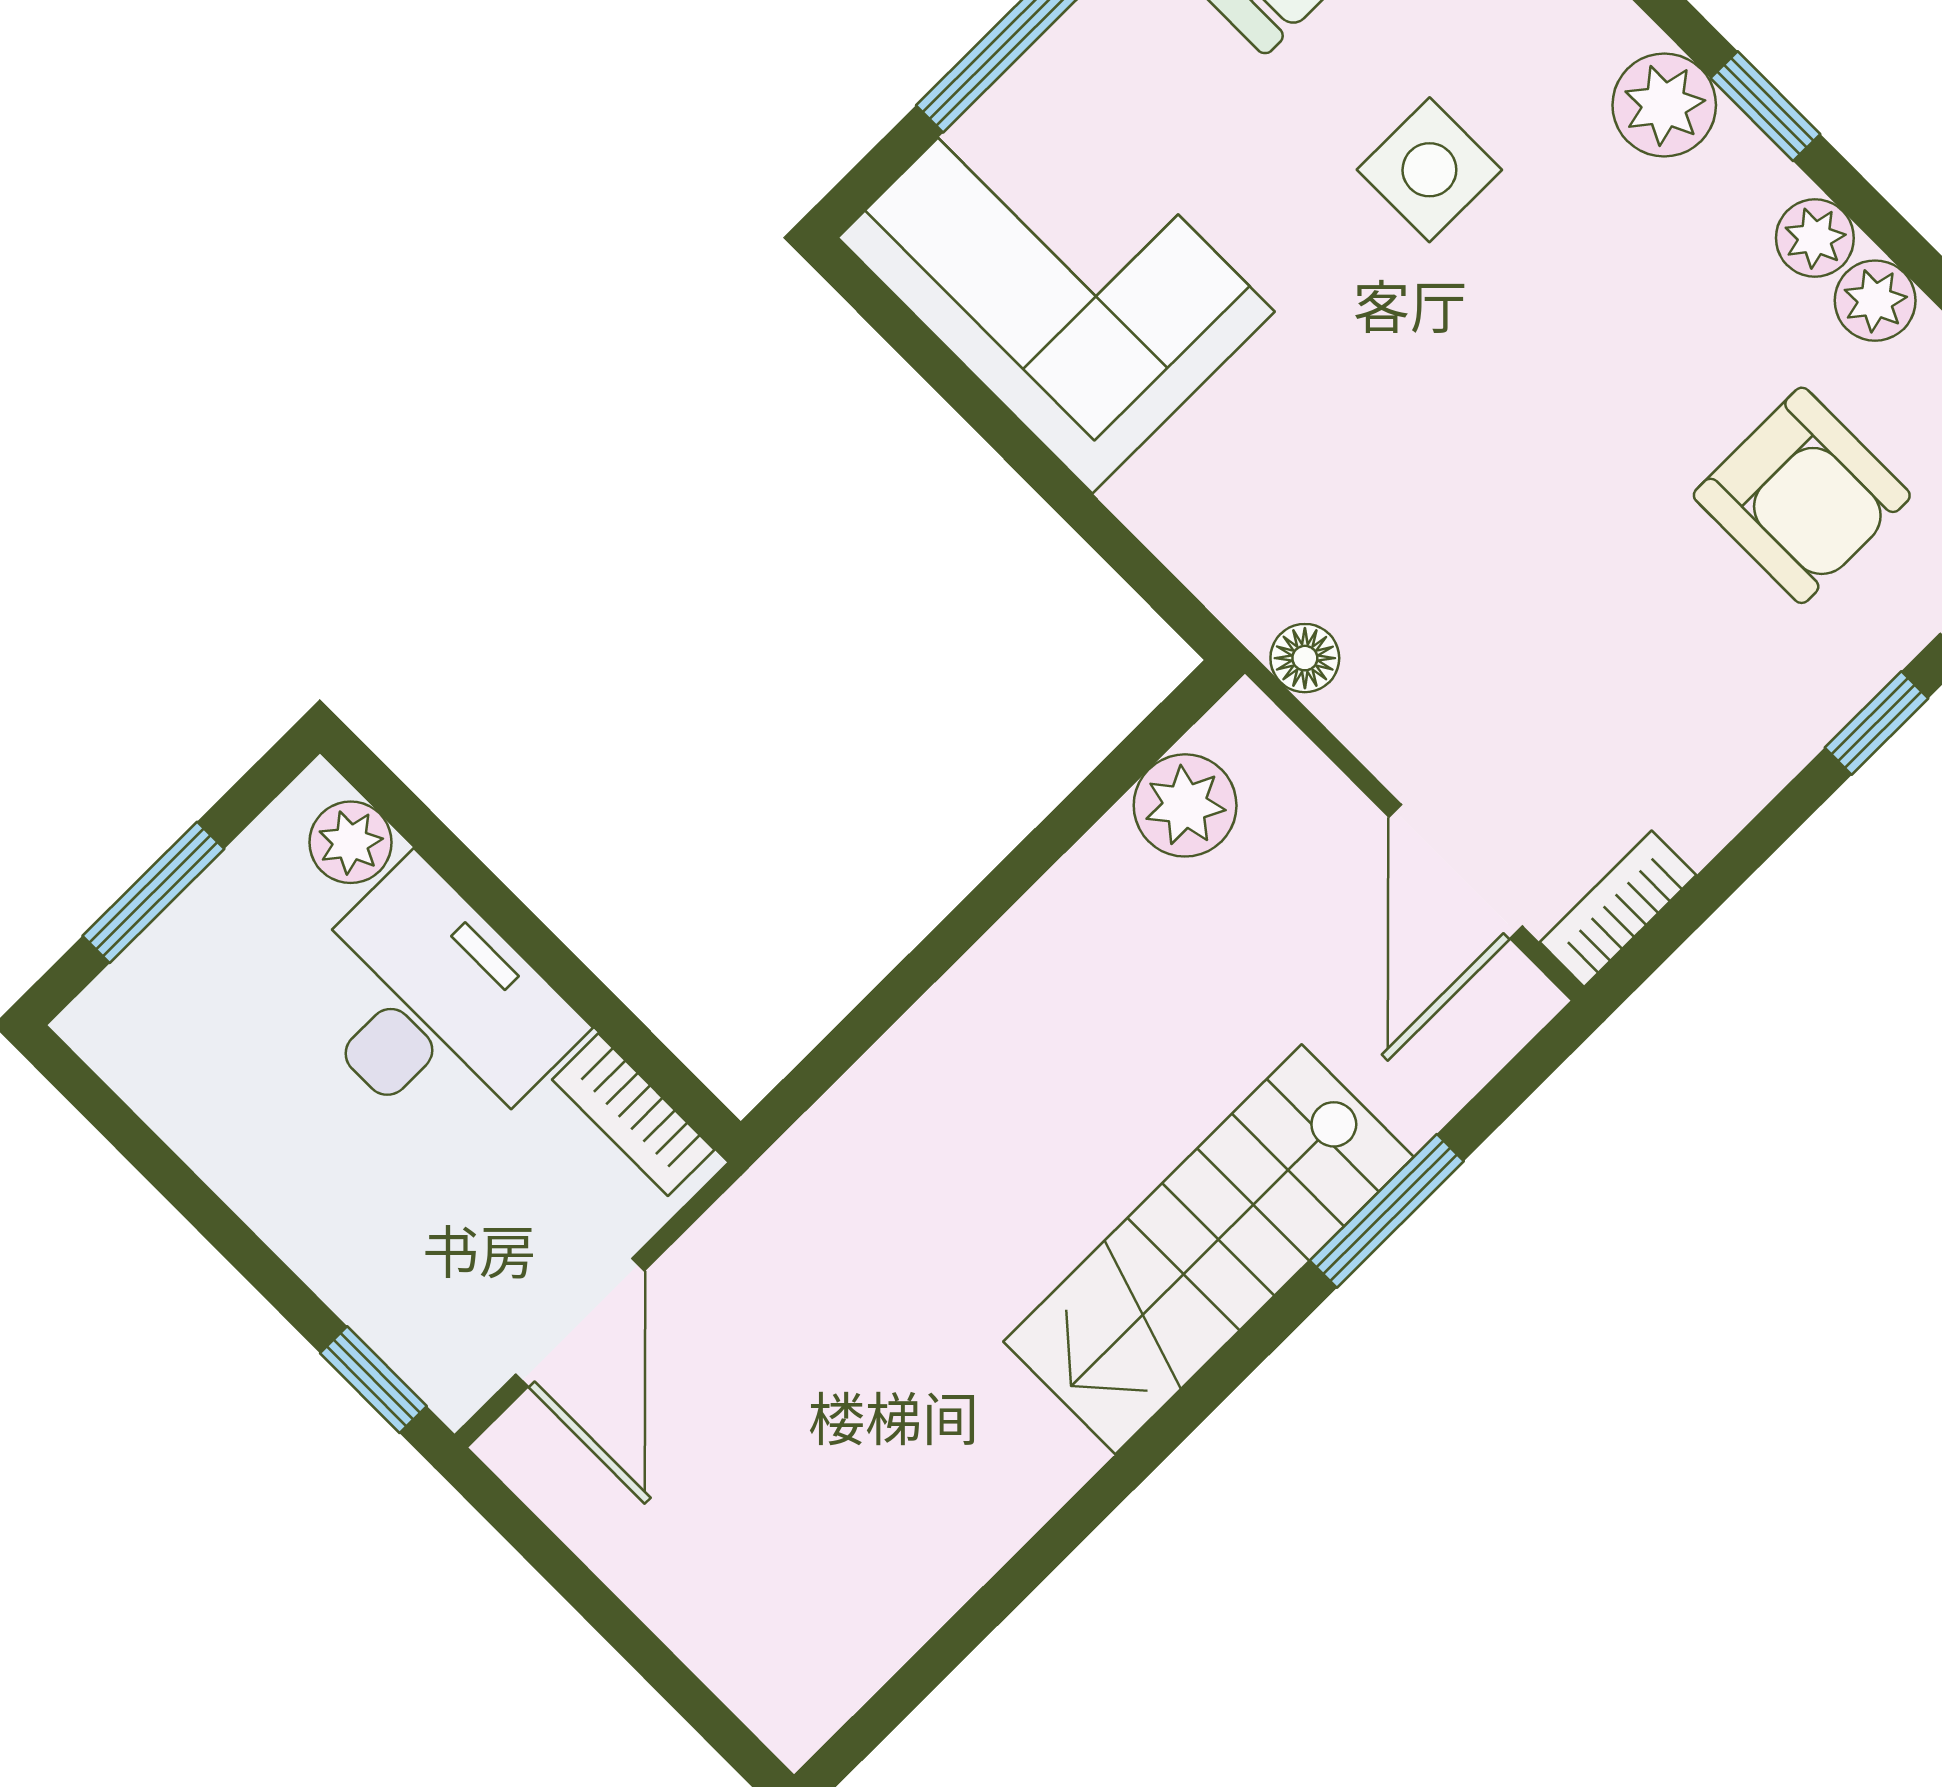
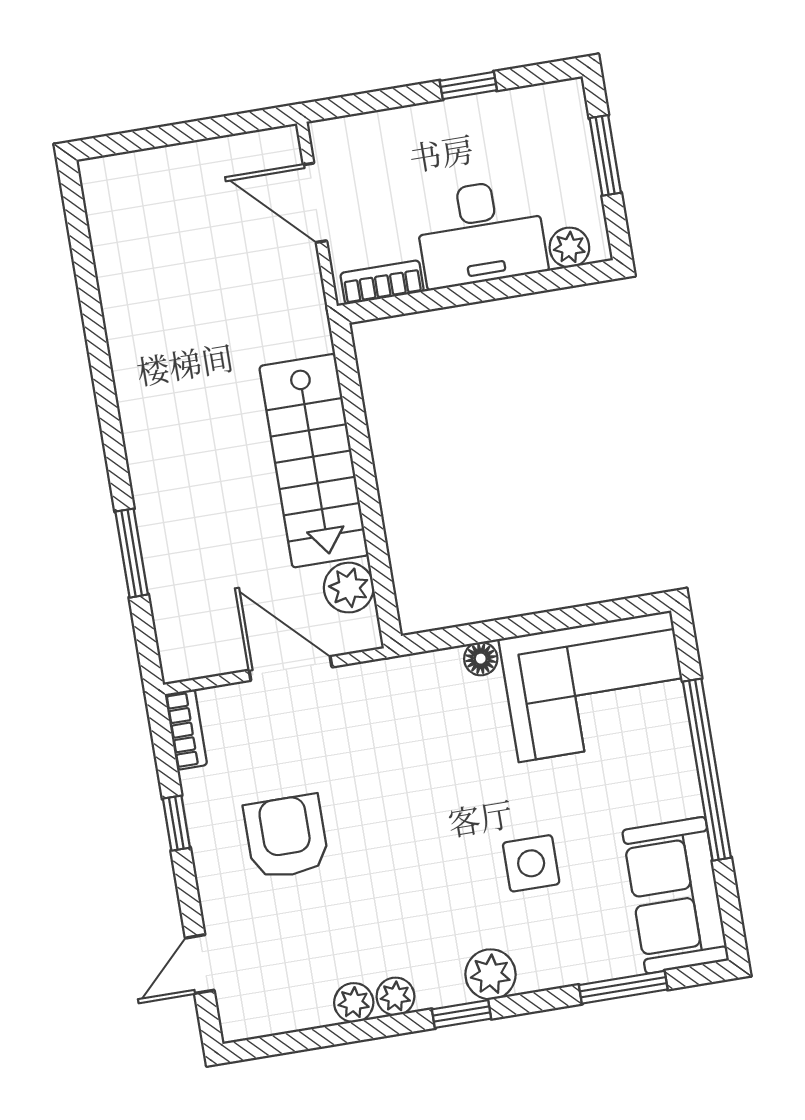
armchair: (1802, 495) -> (286, 837), moved, turned 90
floor lamp: (1305, 658) -> (481, 659), moved
window: (1877, 723) -> (176, 823), moved
door: (1456, 872) -> (290, 669), moved
stairs: (1208, 1249) -> (314, 461), moved, turned 180
window: (373, 1380) -> (468, 86), moved

